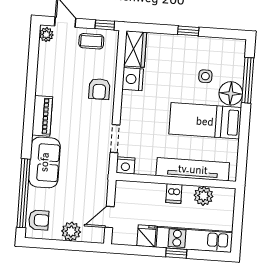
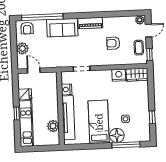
window: (188, 31) -> (152, 117), moved
armchair: (99, 89) -> (113, 43), moved
nightstand: (126, 165) -> (67, 89), moved
dishwasher: (174, 194) -> (52, 108), removed

